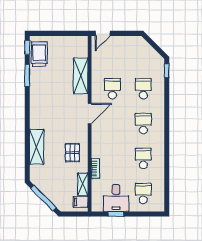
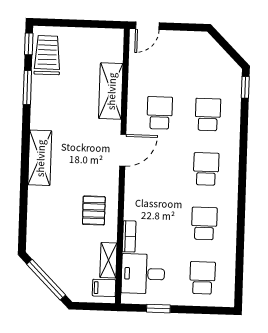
shelving: (37, 147) -> (40, 158), moved
desk: (116, 198) -> (143, 274), moved, turned 90

